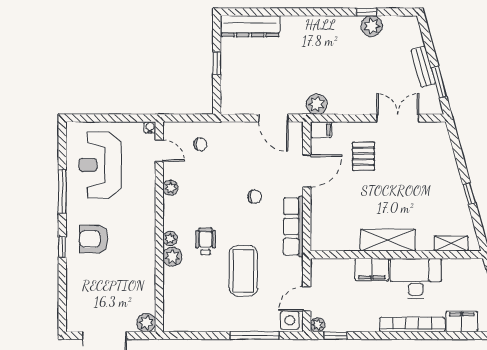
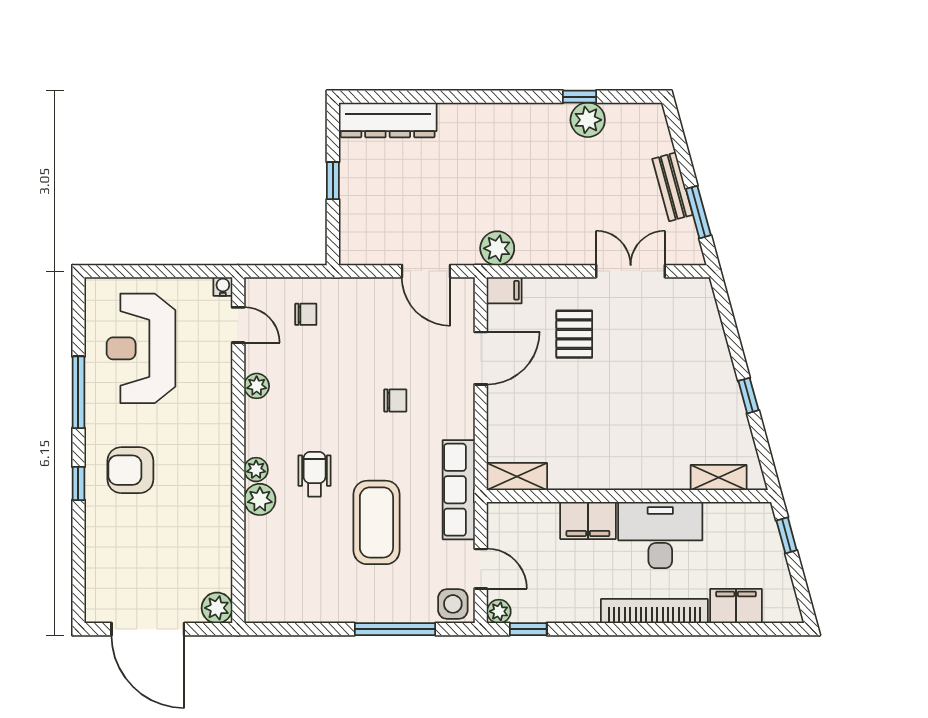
row of seats: (293, 226) -> (459, 490), moved
shelving: (388, 240) -> (517, 477), moved, width x0.67, depth x0.75
door: (307, 299) -> (481, 569), swing flipped

